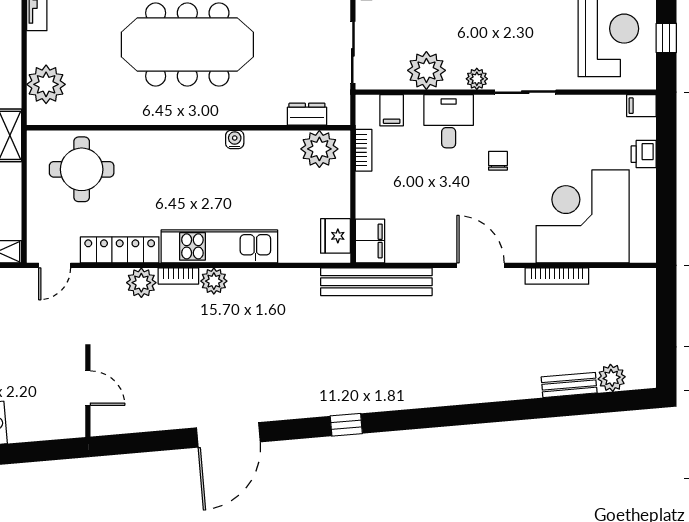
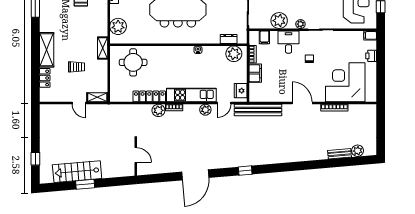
filing cabinet: (370, 241) -> (255, 73), moved
door: (55, 265) -> (224, 103), moved
plant: (214, 281) -> (205, 110), moved

